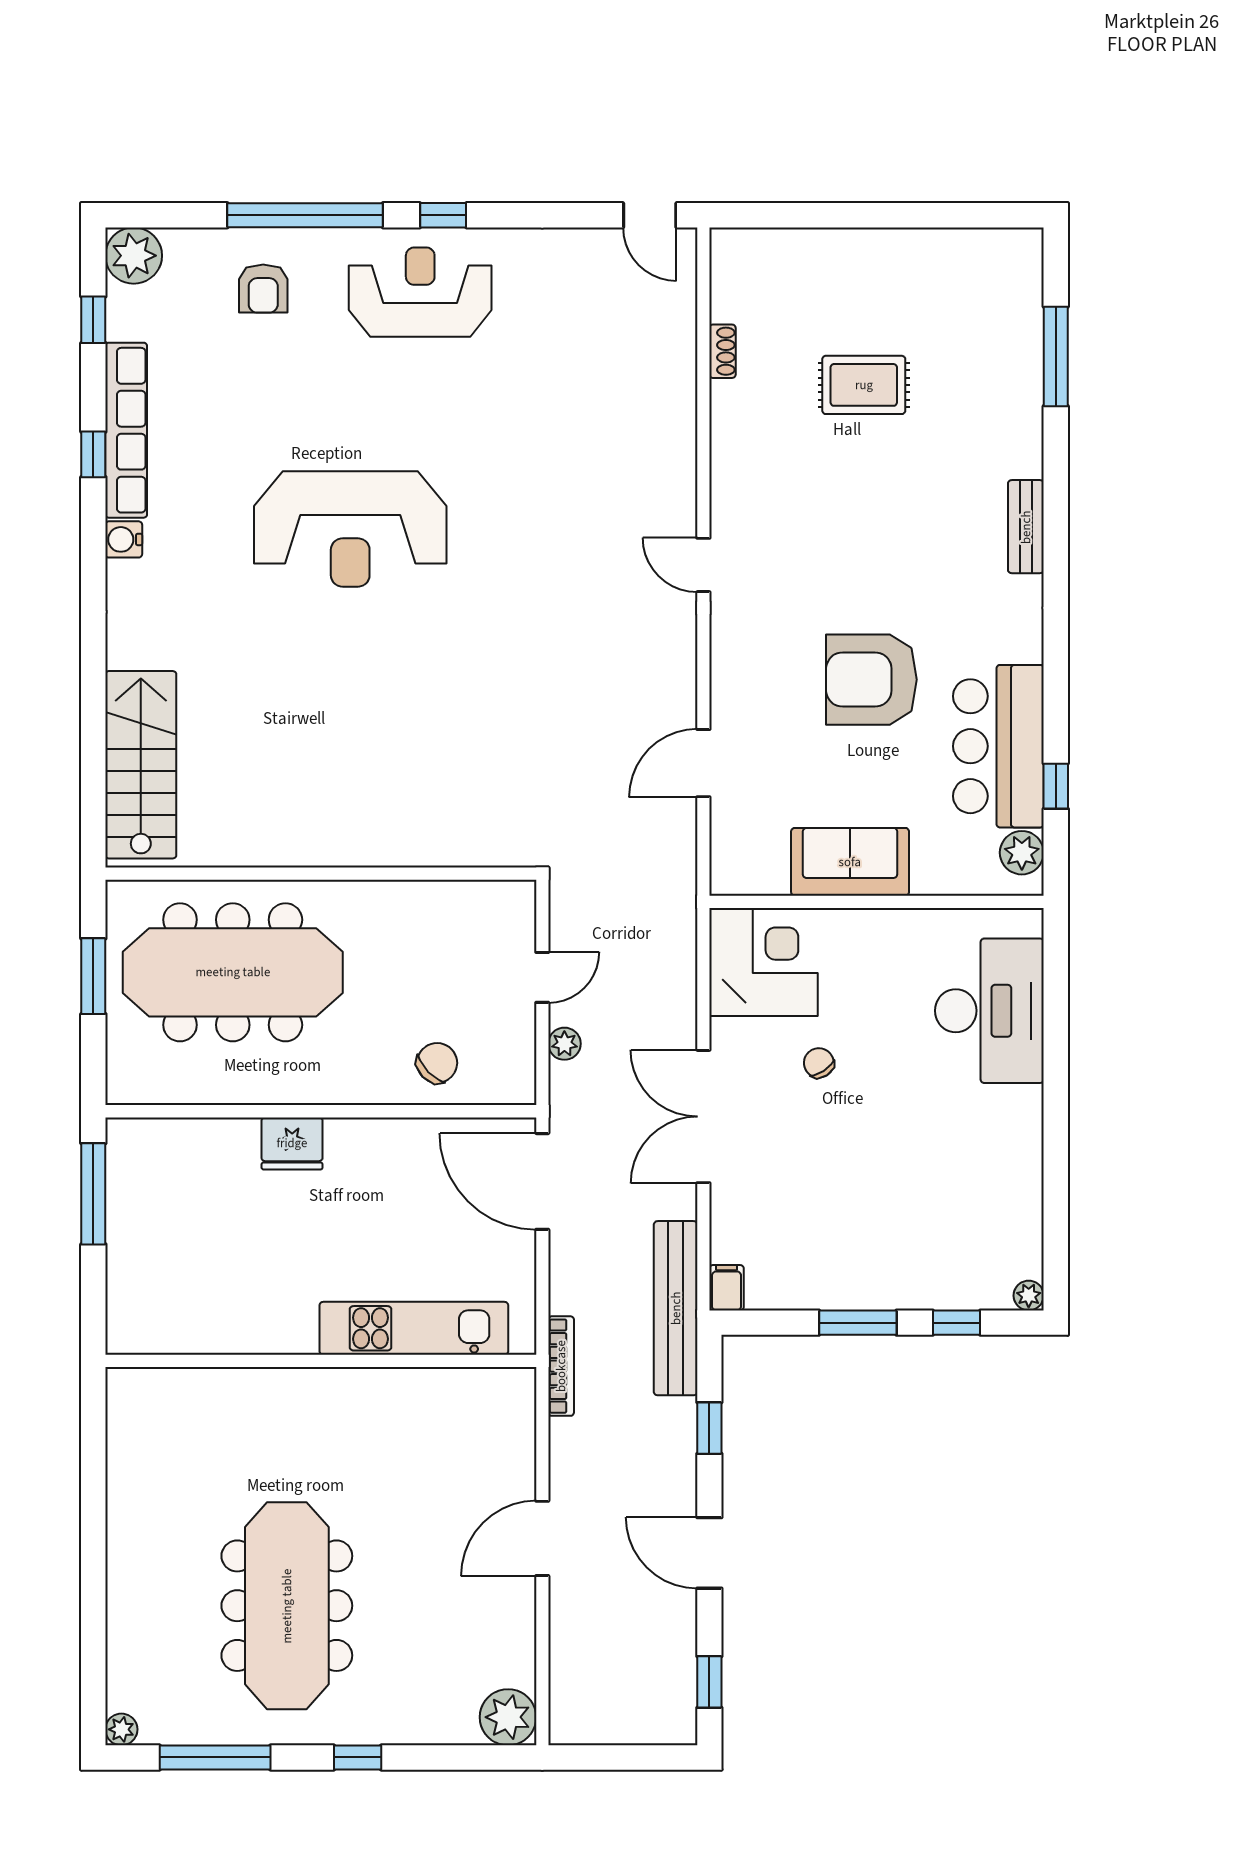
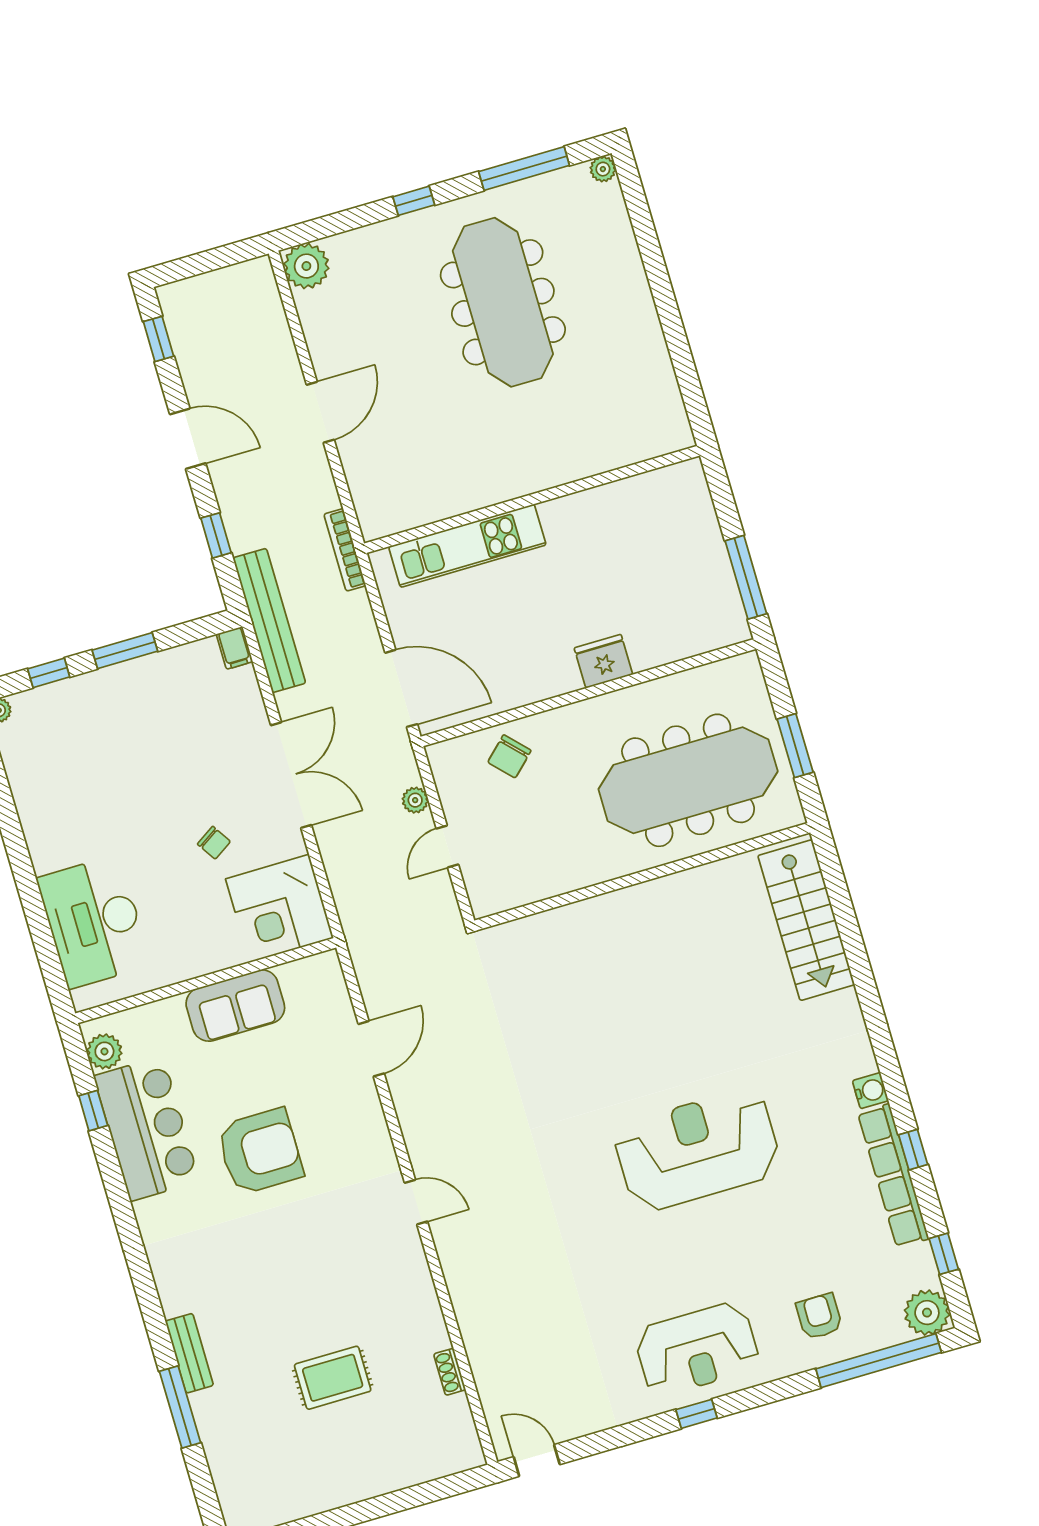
window: (305, 215) -> (879, 1361), moved
window: (1056, 356) -> (180, 1407), moved
bench: (1026, 527) -> (189, 1353), moved

